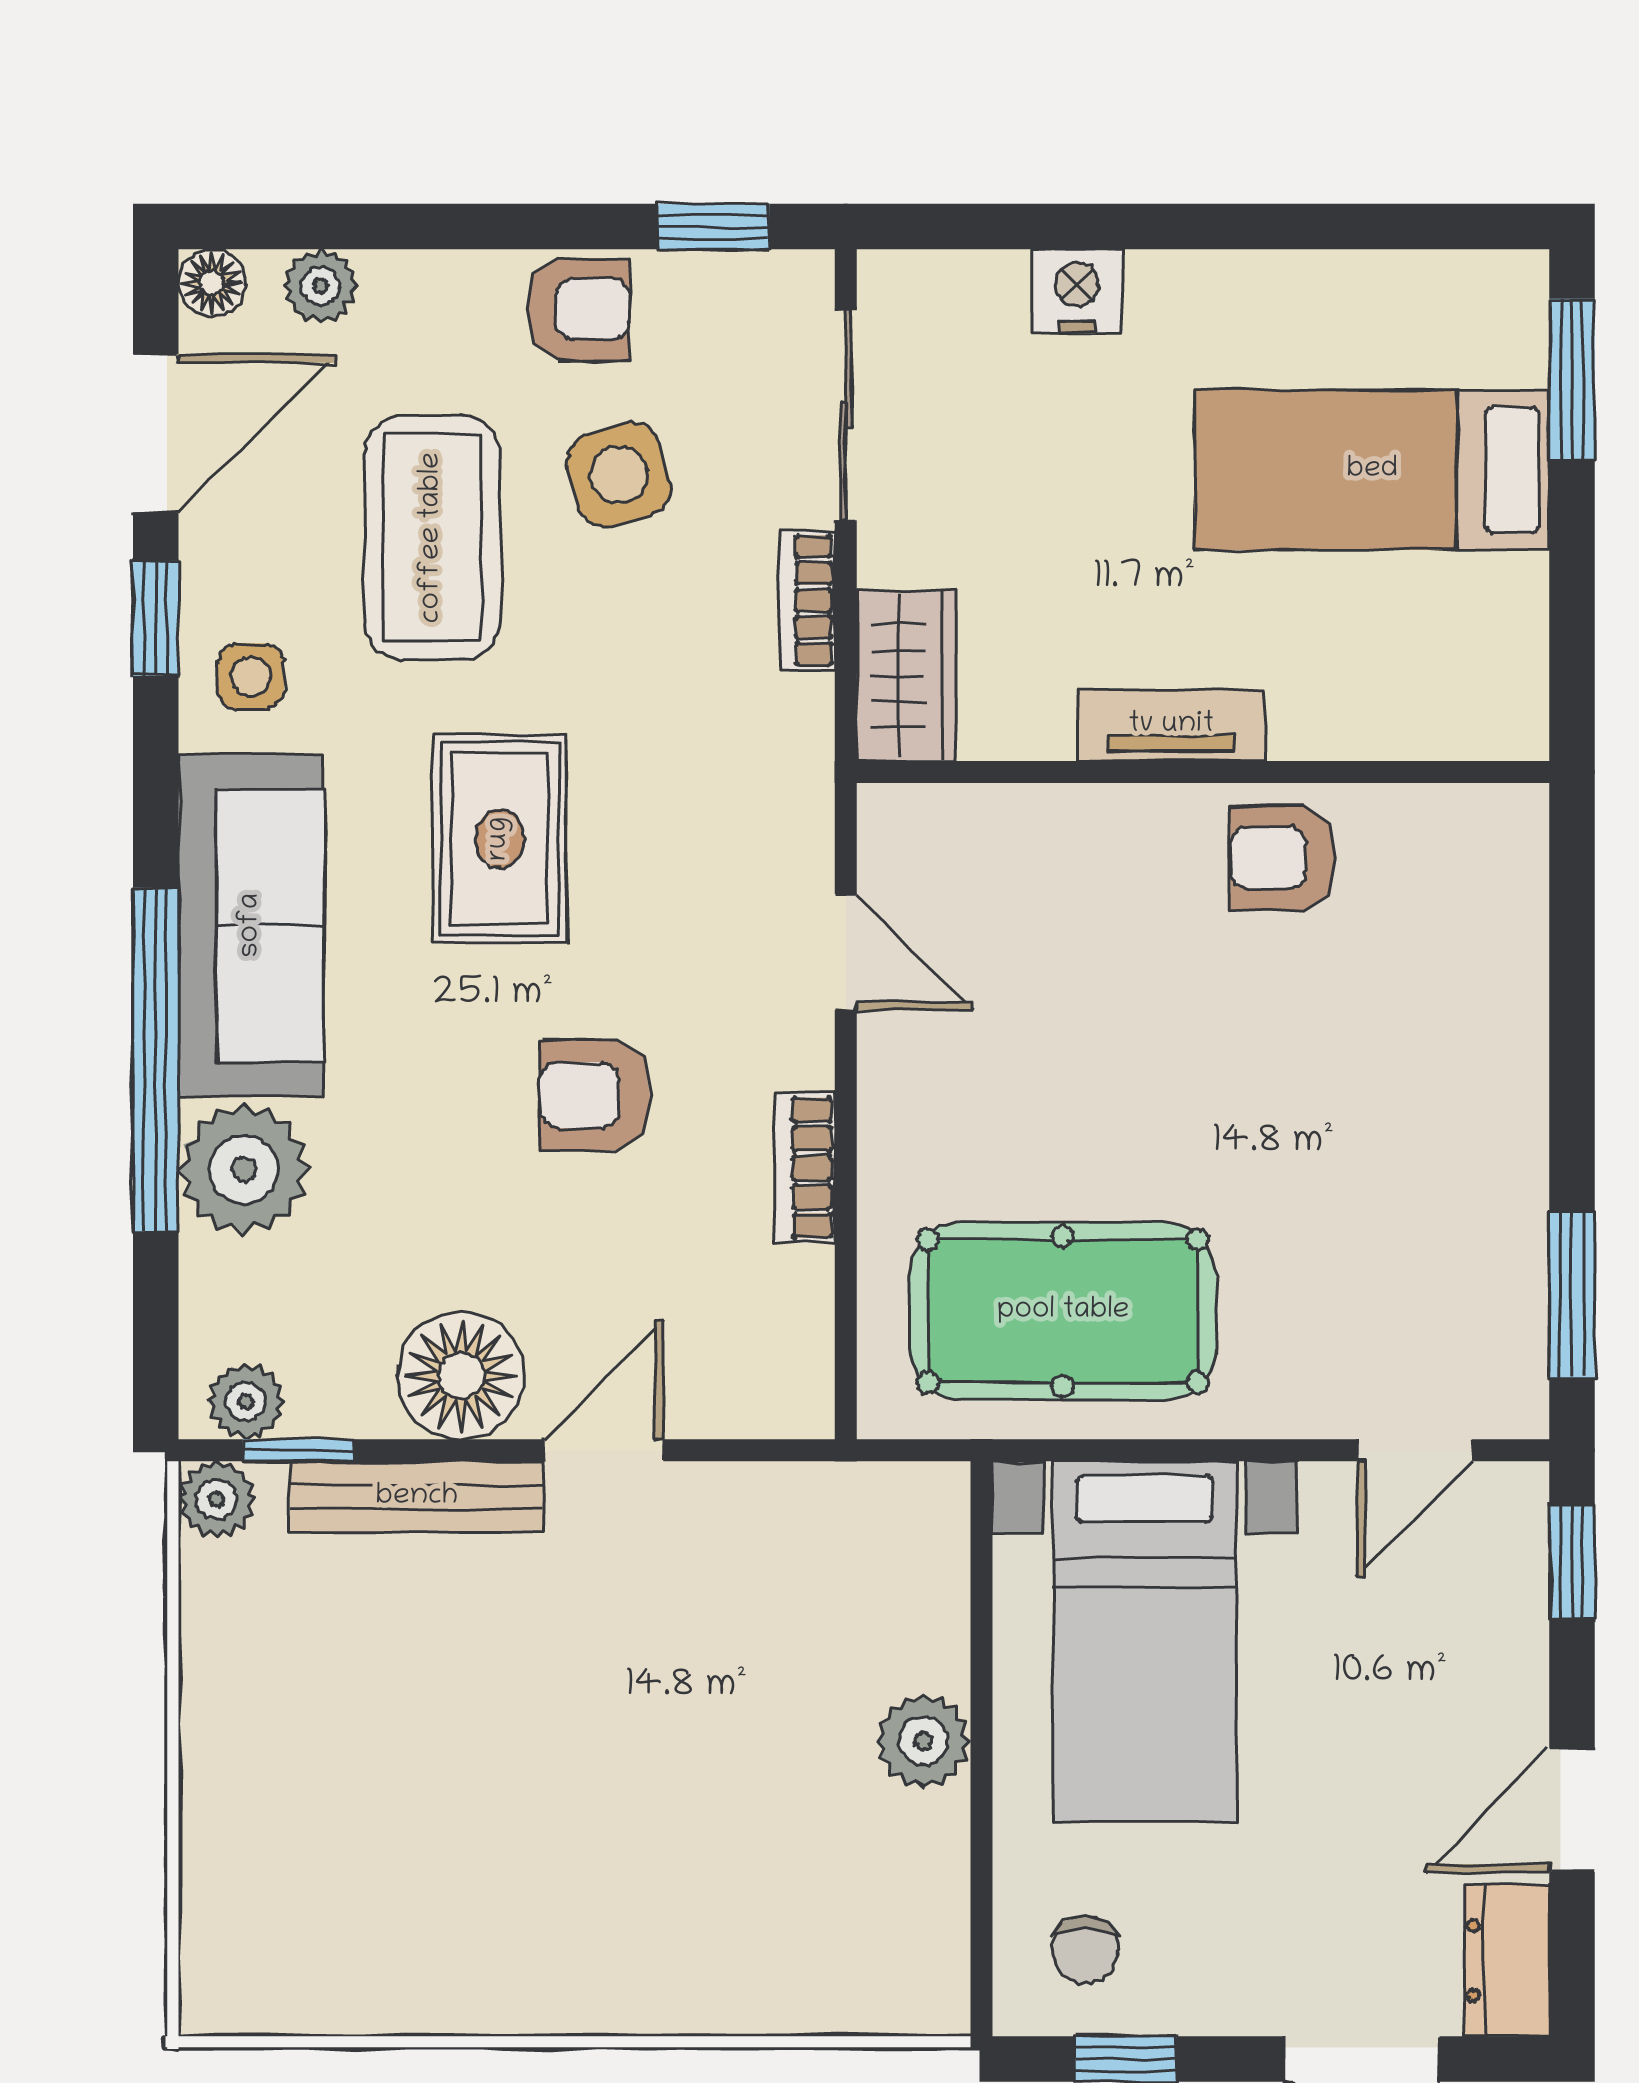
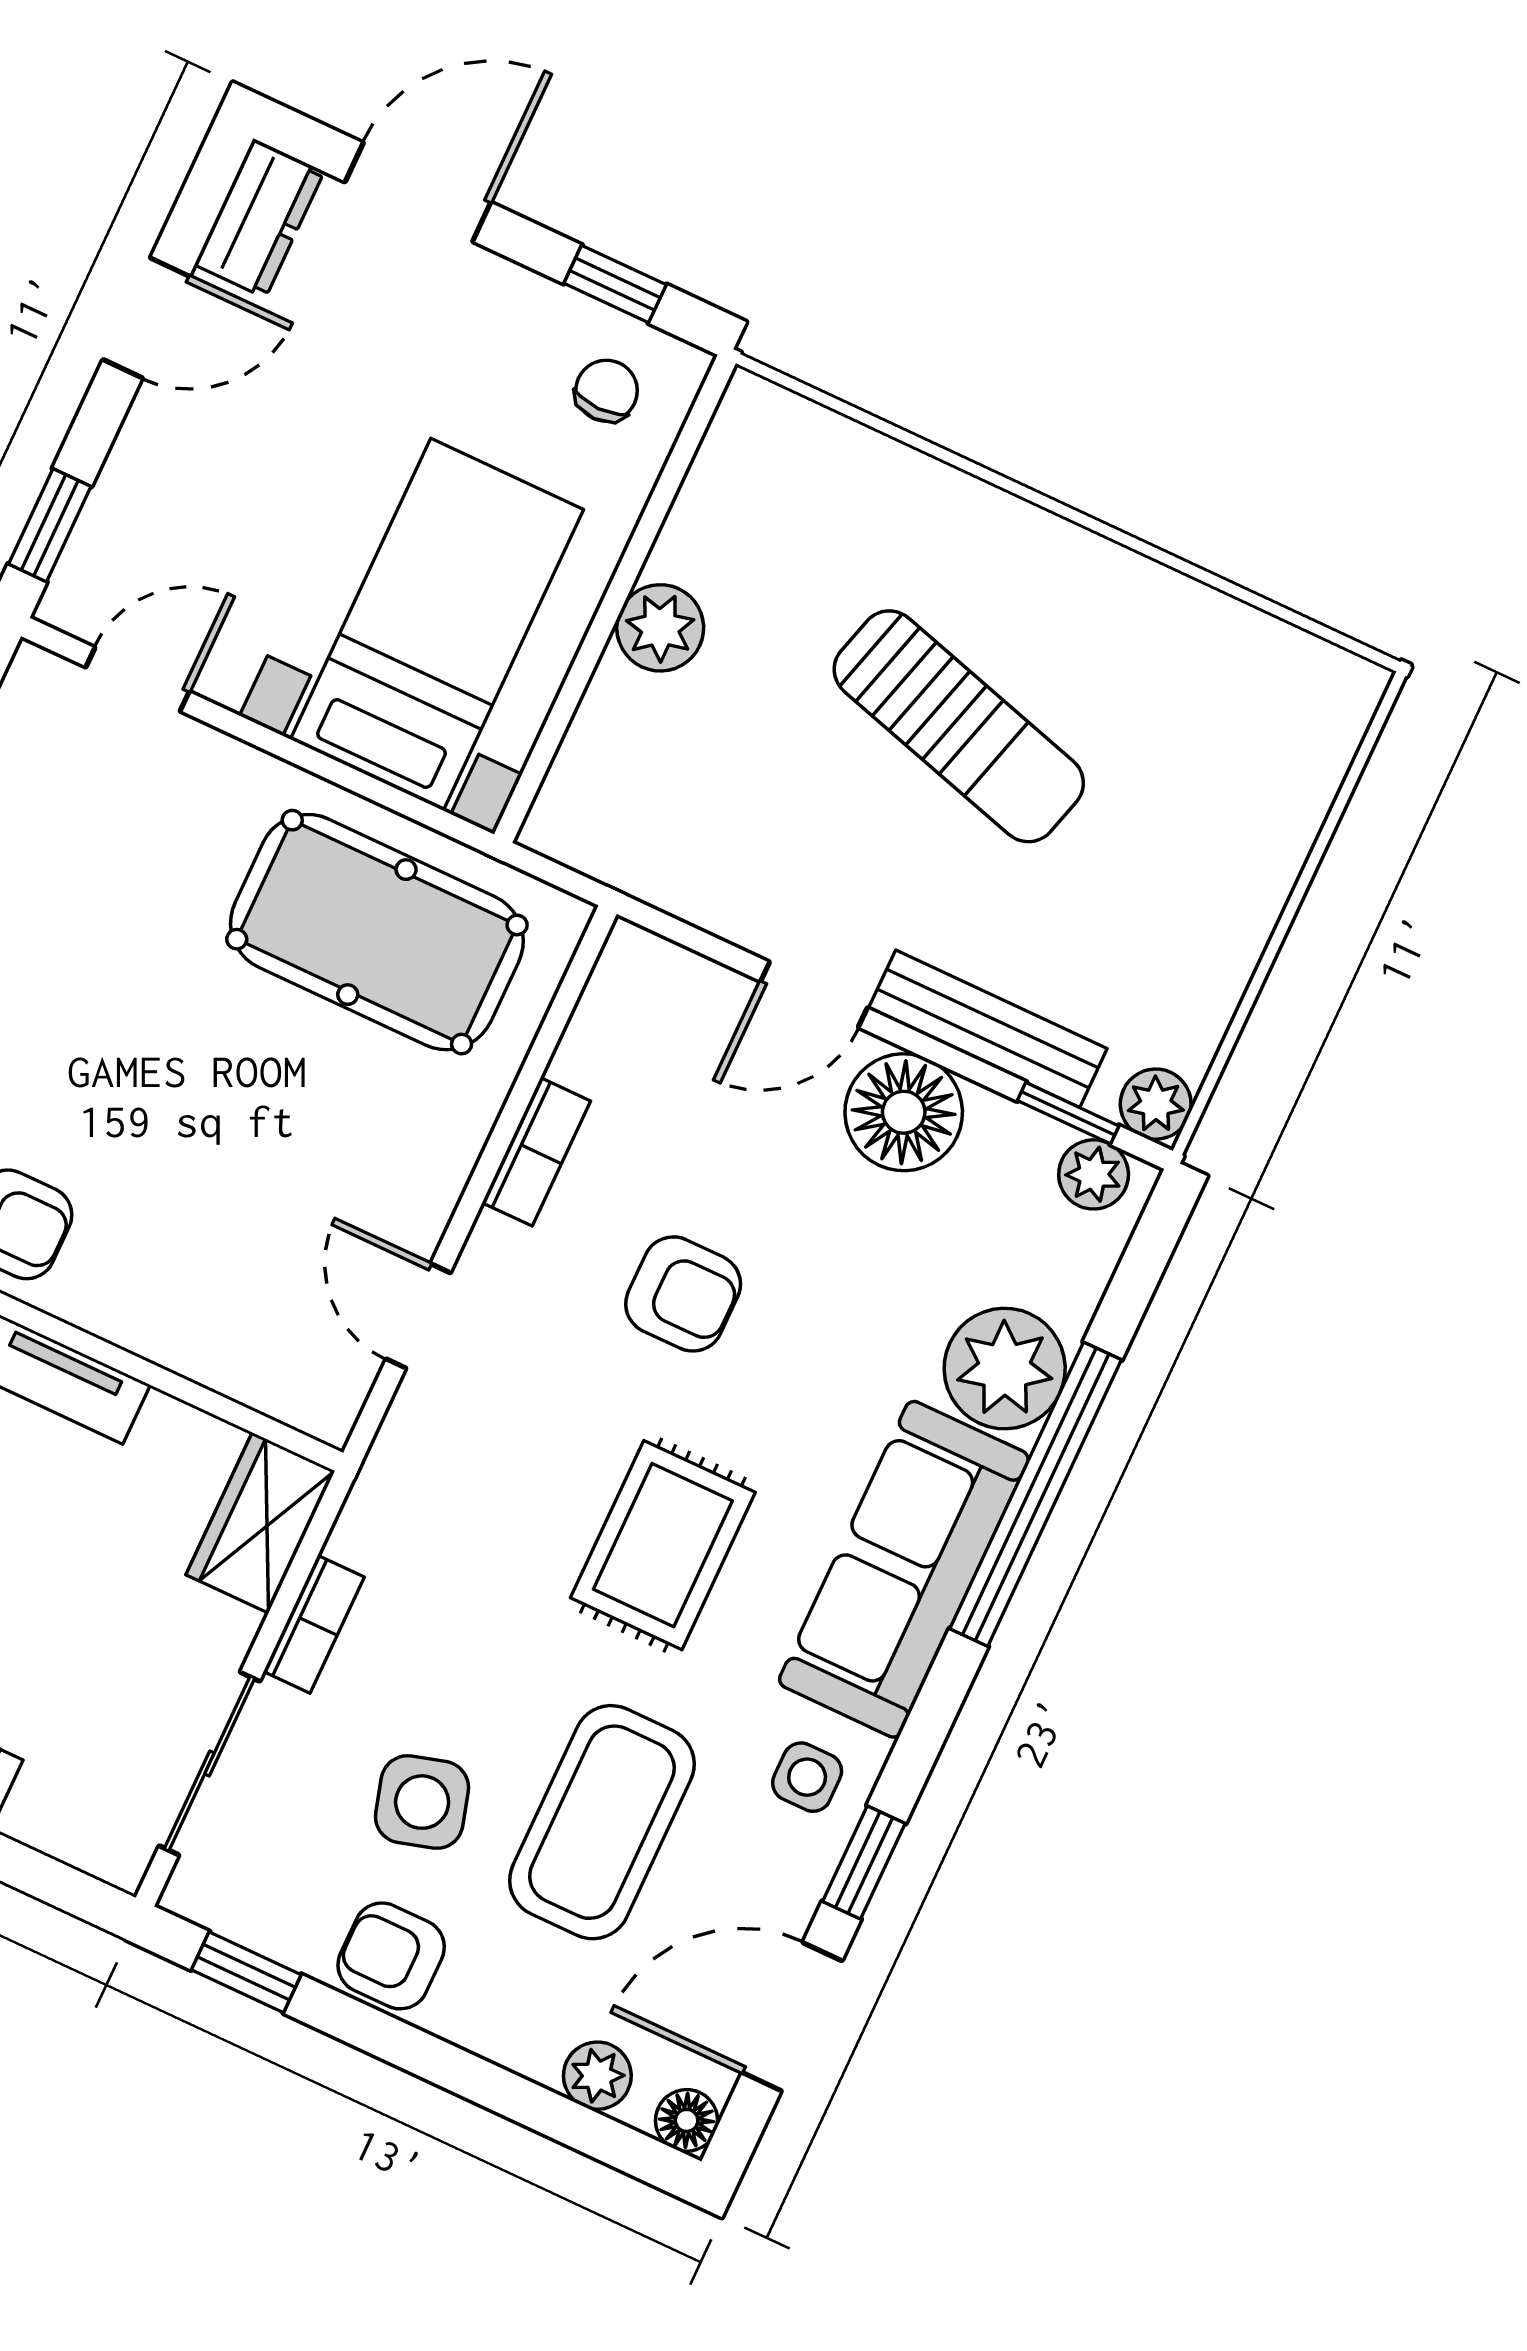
sun lounger: (584, 1781) -> (959, 726), added

